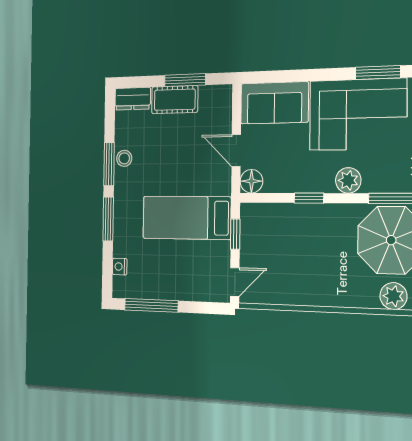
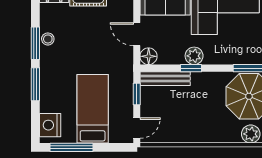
plant: (348, 180) -> (194, 56), moved
bench: (273, 213) -> (165, 79), added
bed: (187, 218) -> (93, 109), moved, turned 90
nightstand: (120, 267) -> (50, 125), width x1.89, depth x1.79

